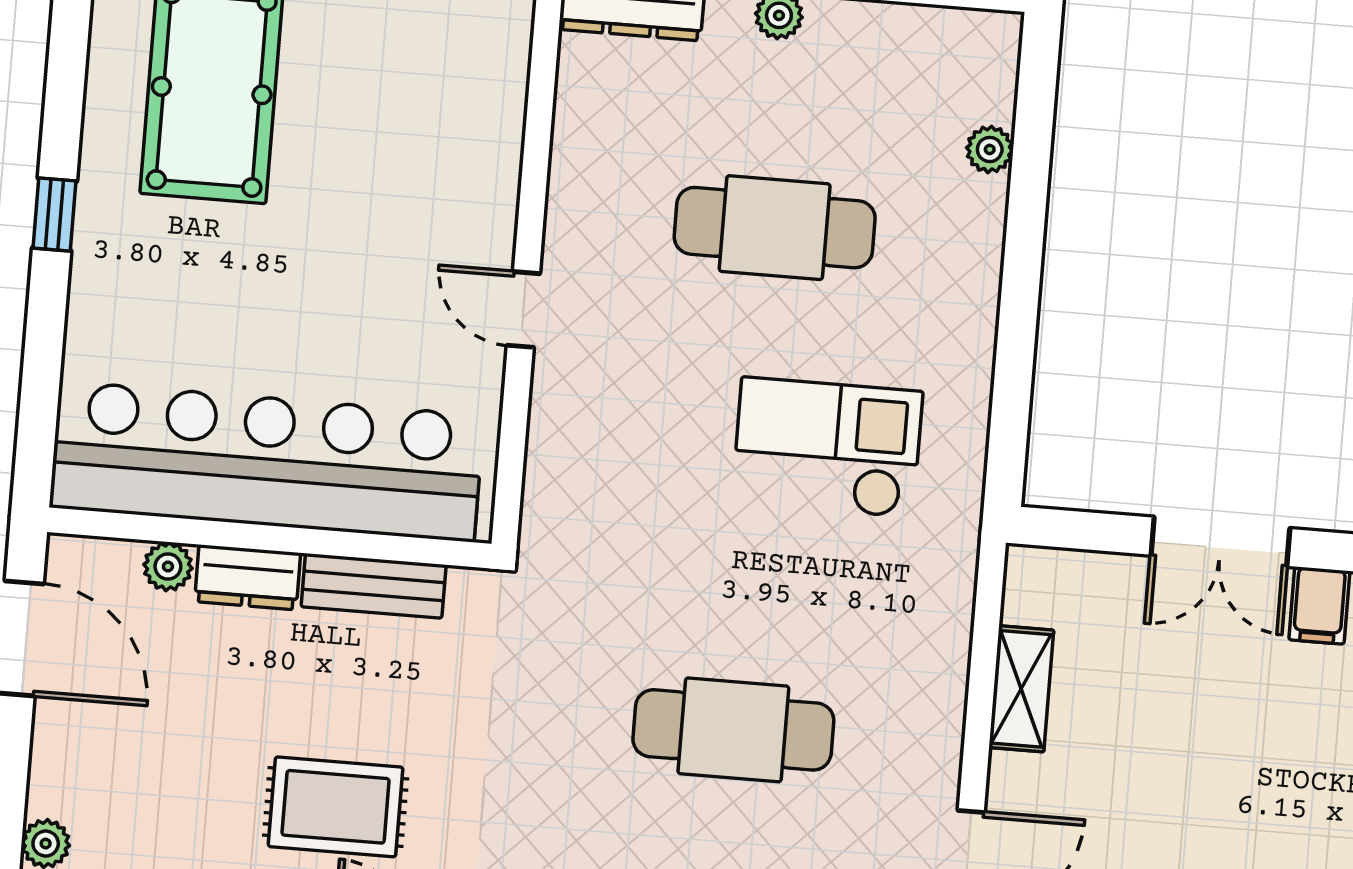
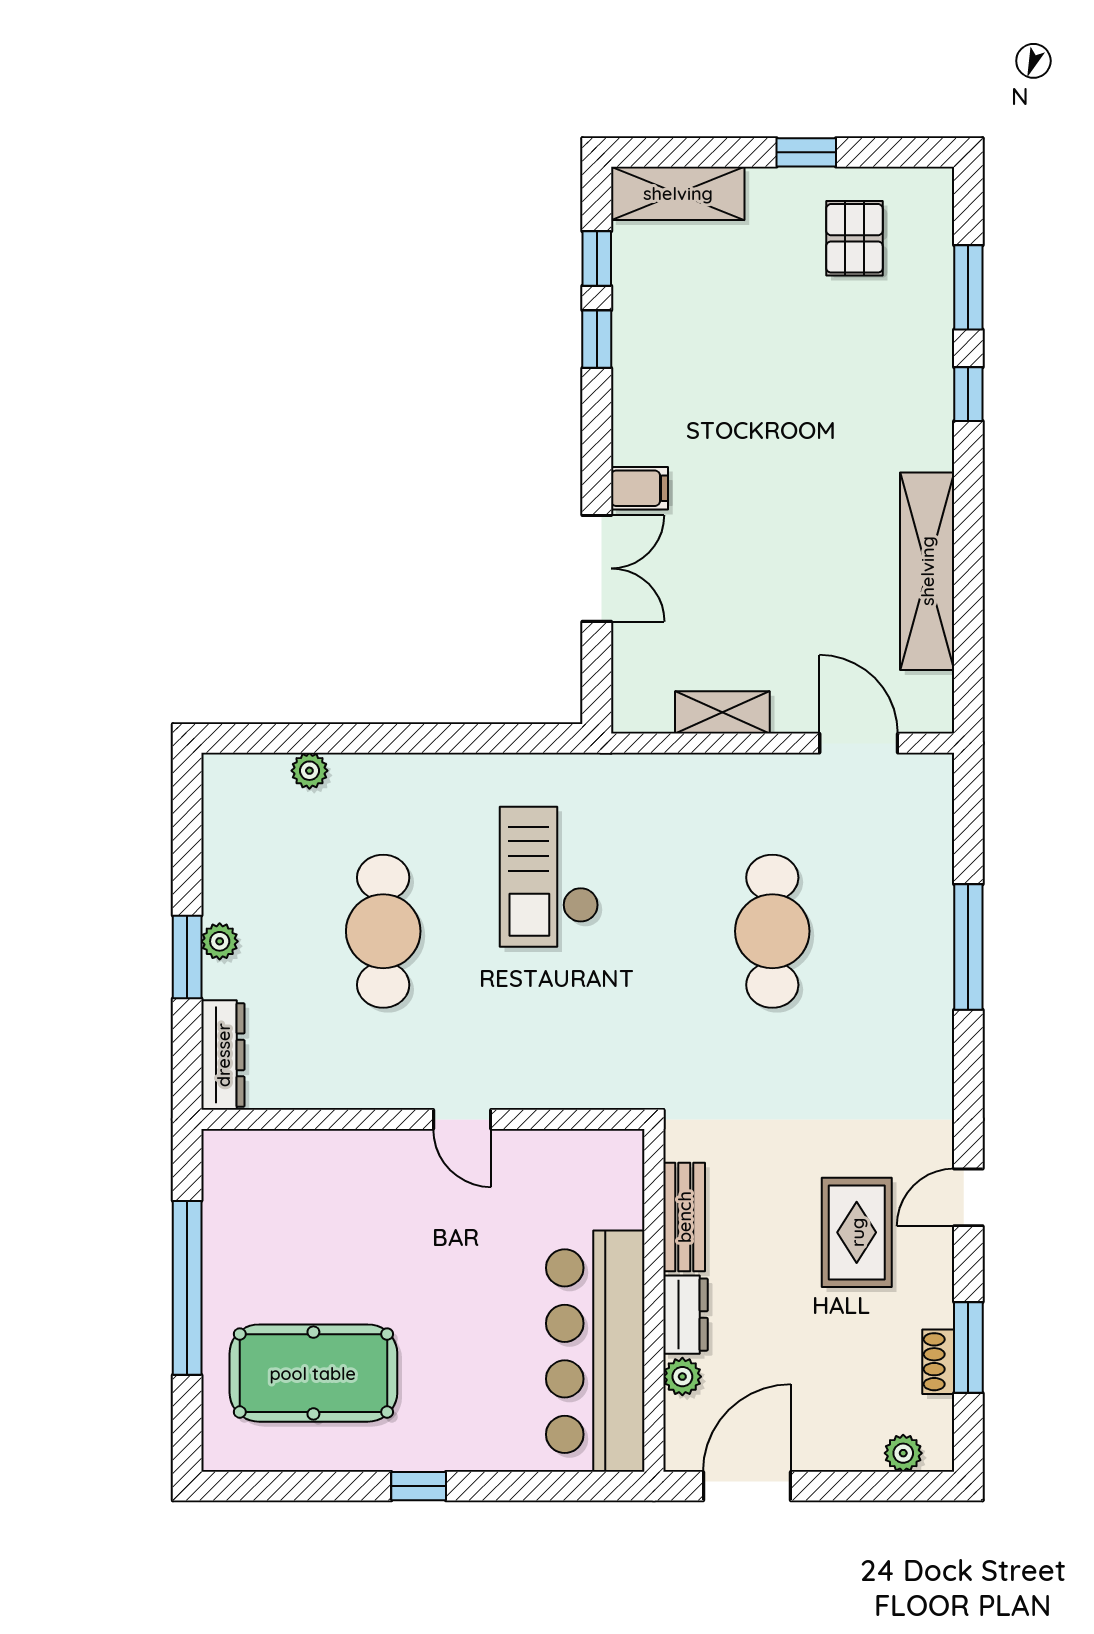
door: (523, 309) -> (462, 1119), hinge flipped
bar counter: (267, 461) -> (595, 1351), width x0.73

